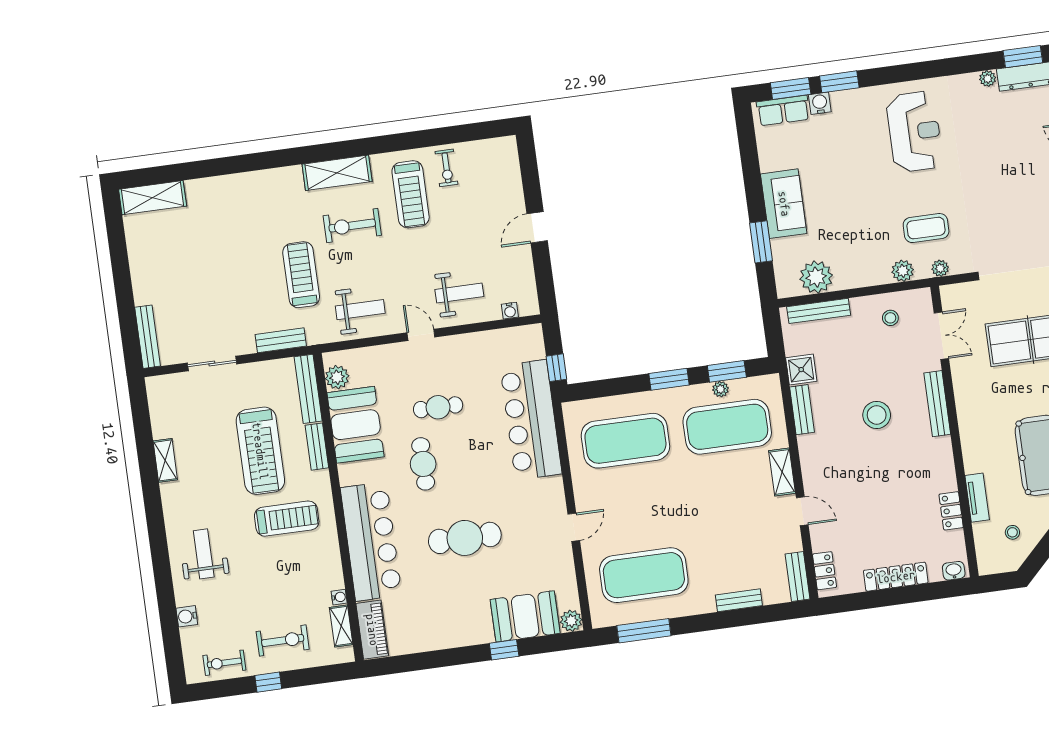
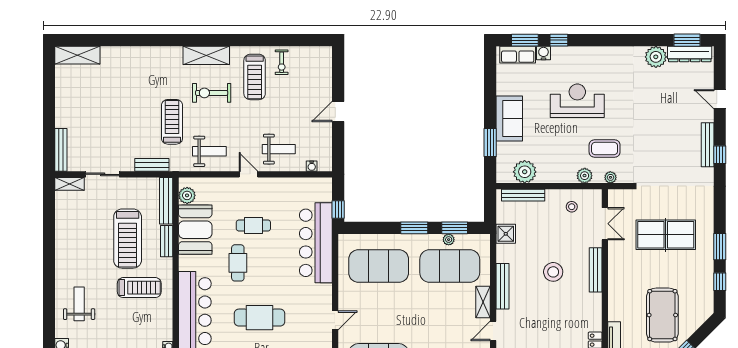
plant: (988, 79) -> (656, 57), width x1.88, depth x1.88
window: (839, 82) -> (559, 40), width x0.67
reception desk: (914, 132) -> (577, 101), moved, turned -90
bench: (802, 410) -> (503, 286), moved, width x1.36
shelving: (165, 460) -> (70, 184), moved, turned 90
door: (802, 511) -> (493, 331), swing flipped

